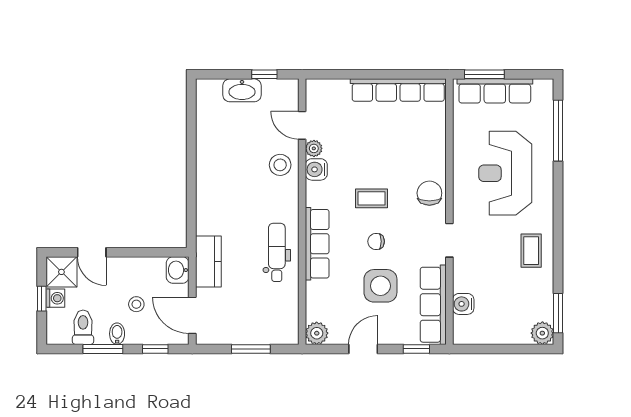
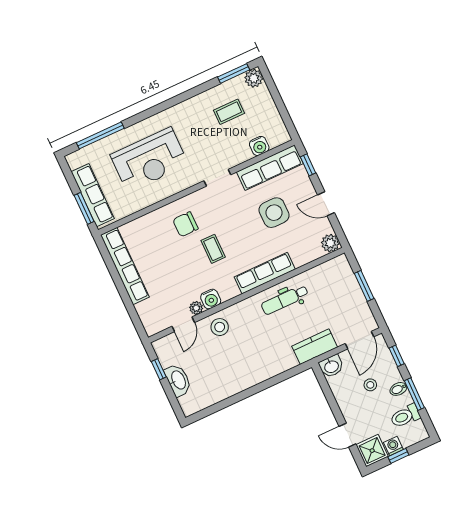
chair: (429, 193) -> (185, 224), moved
chair: (376, 241) -> (243, 231), removed
coffee table: (531, 251) -> (229, 112), moved
door: (92, 252) -> (347, 435), swing flipped

